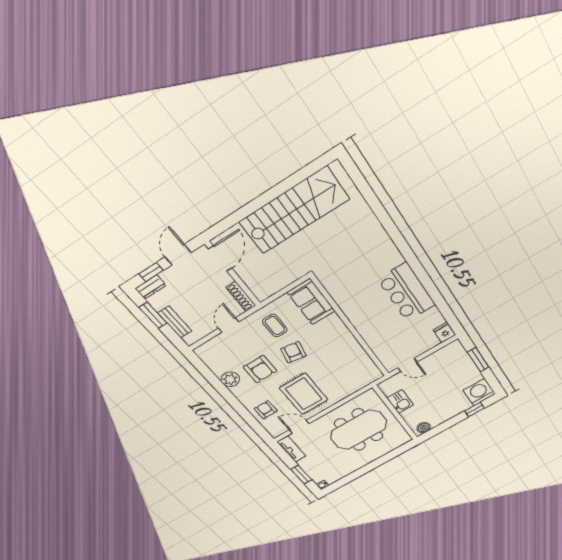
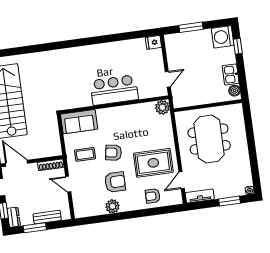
bar counter: (407, 292) -> (114, 90), moved, turned 180
plant: (372, 374) -> (162, 107), added
kitchen sink: (400, 402) -> (231, 74), moved, turned -90

